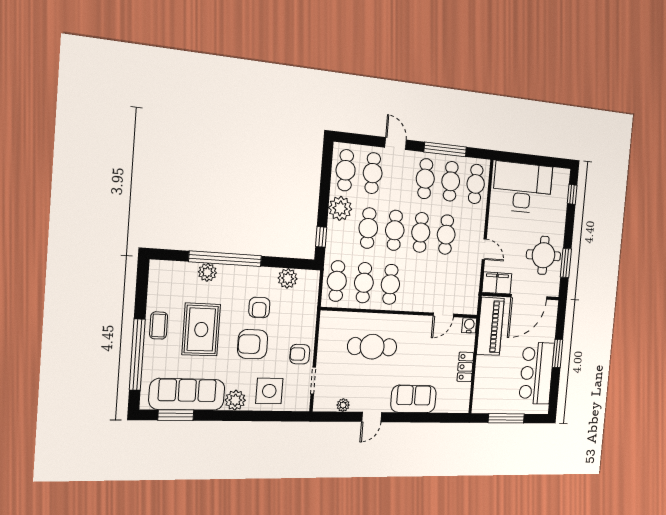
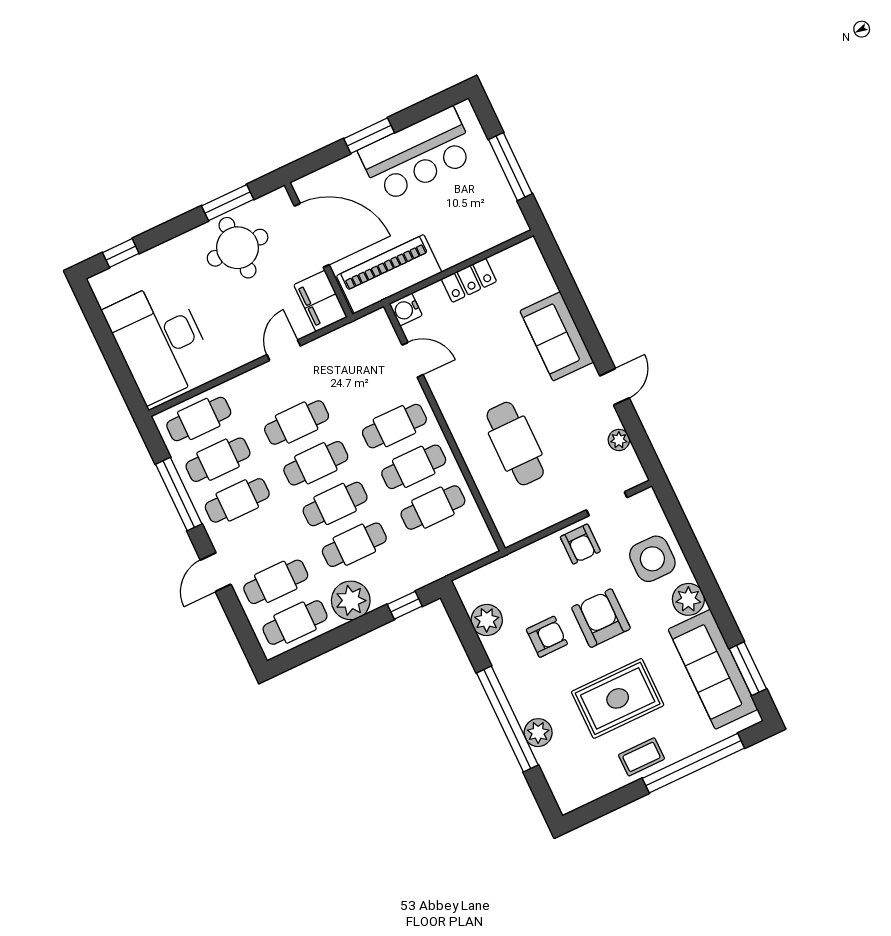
cafe table: (337, 281) -> (394, 426), moved
armchair: (253, 344) -> (601, 618), turned 180
door: (372, 417) -> (615, 387), hinge flipped

